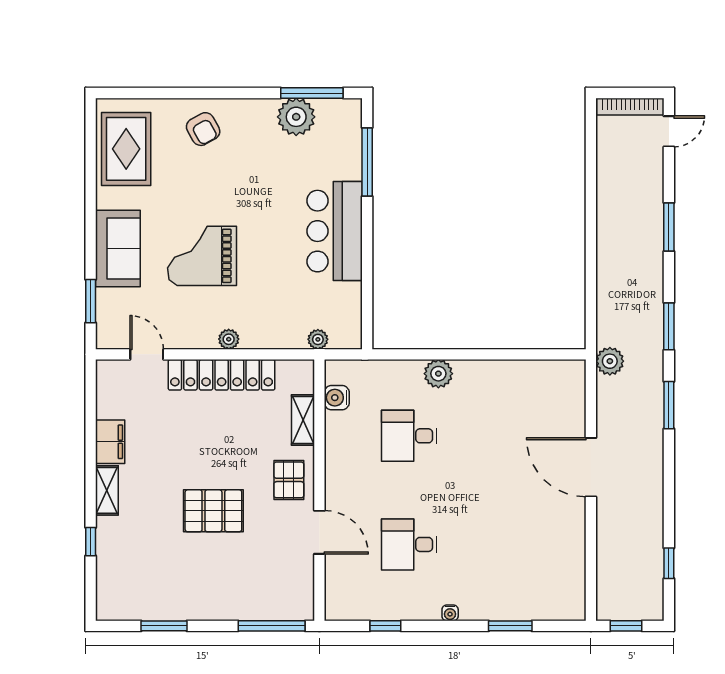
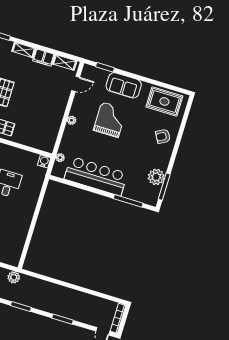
bar counter: (335, 231) -> (96, 176), width x1.36
plant: (438, 374) -> (30, 204), removed
locker: (222, 375) -> (58, 113), removed
water cooler: (337, 398) -> (44, 161), moved
shelving: (303, 420) -> (65, 62), moved

